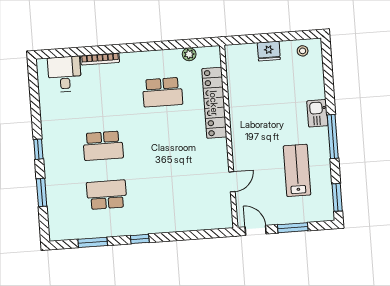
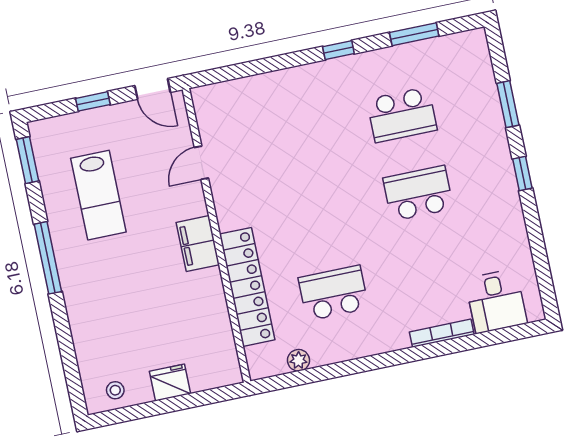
kitchen sink: (317, 113) -> (78, 292), removed
filing cabinet: (241, 133) -> (198, 244), added
window: (293, 228) -> (93, 101), width x0.67

